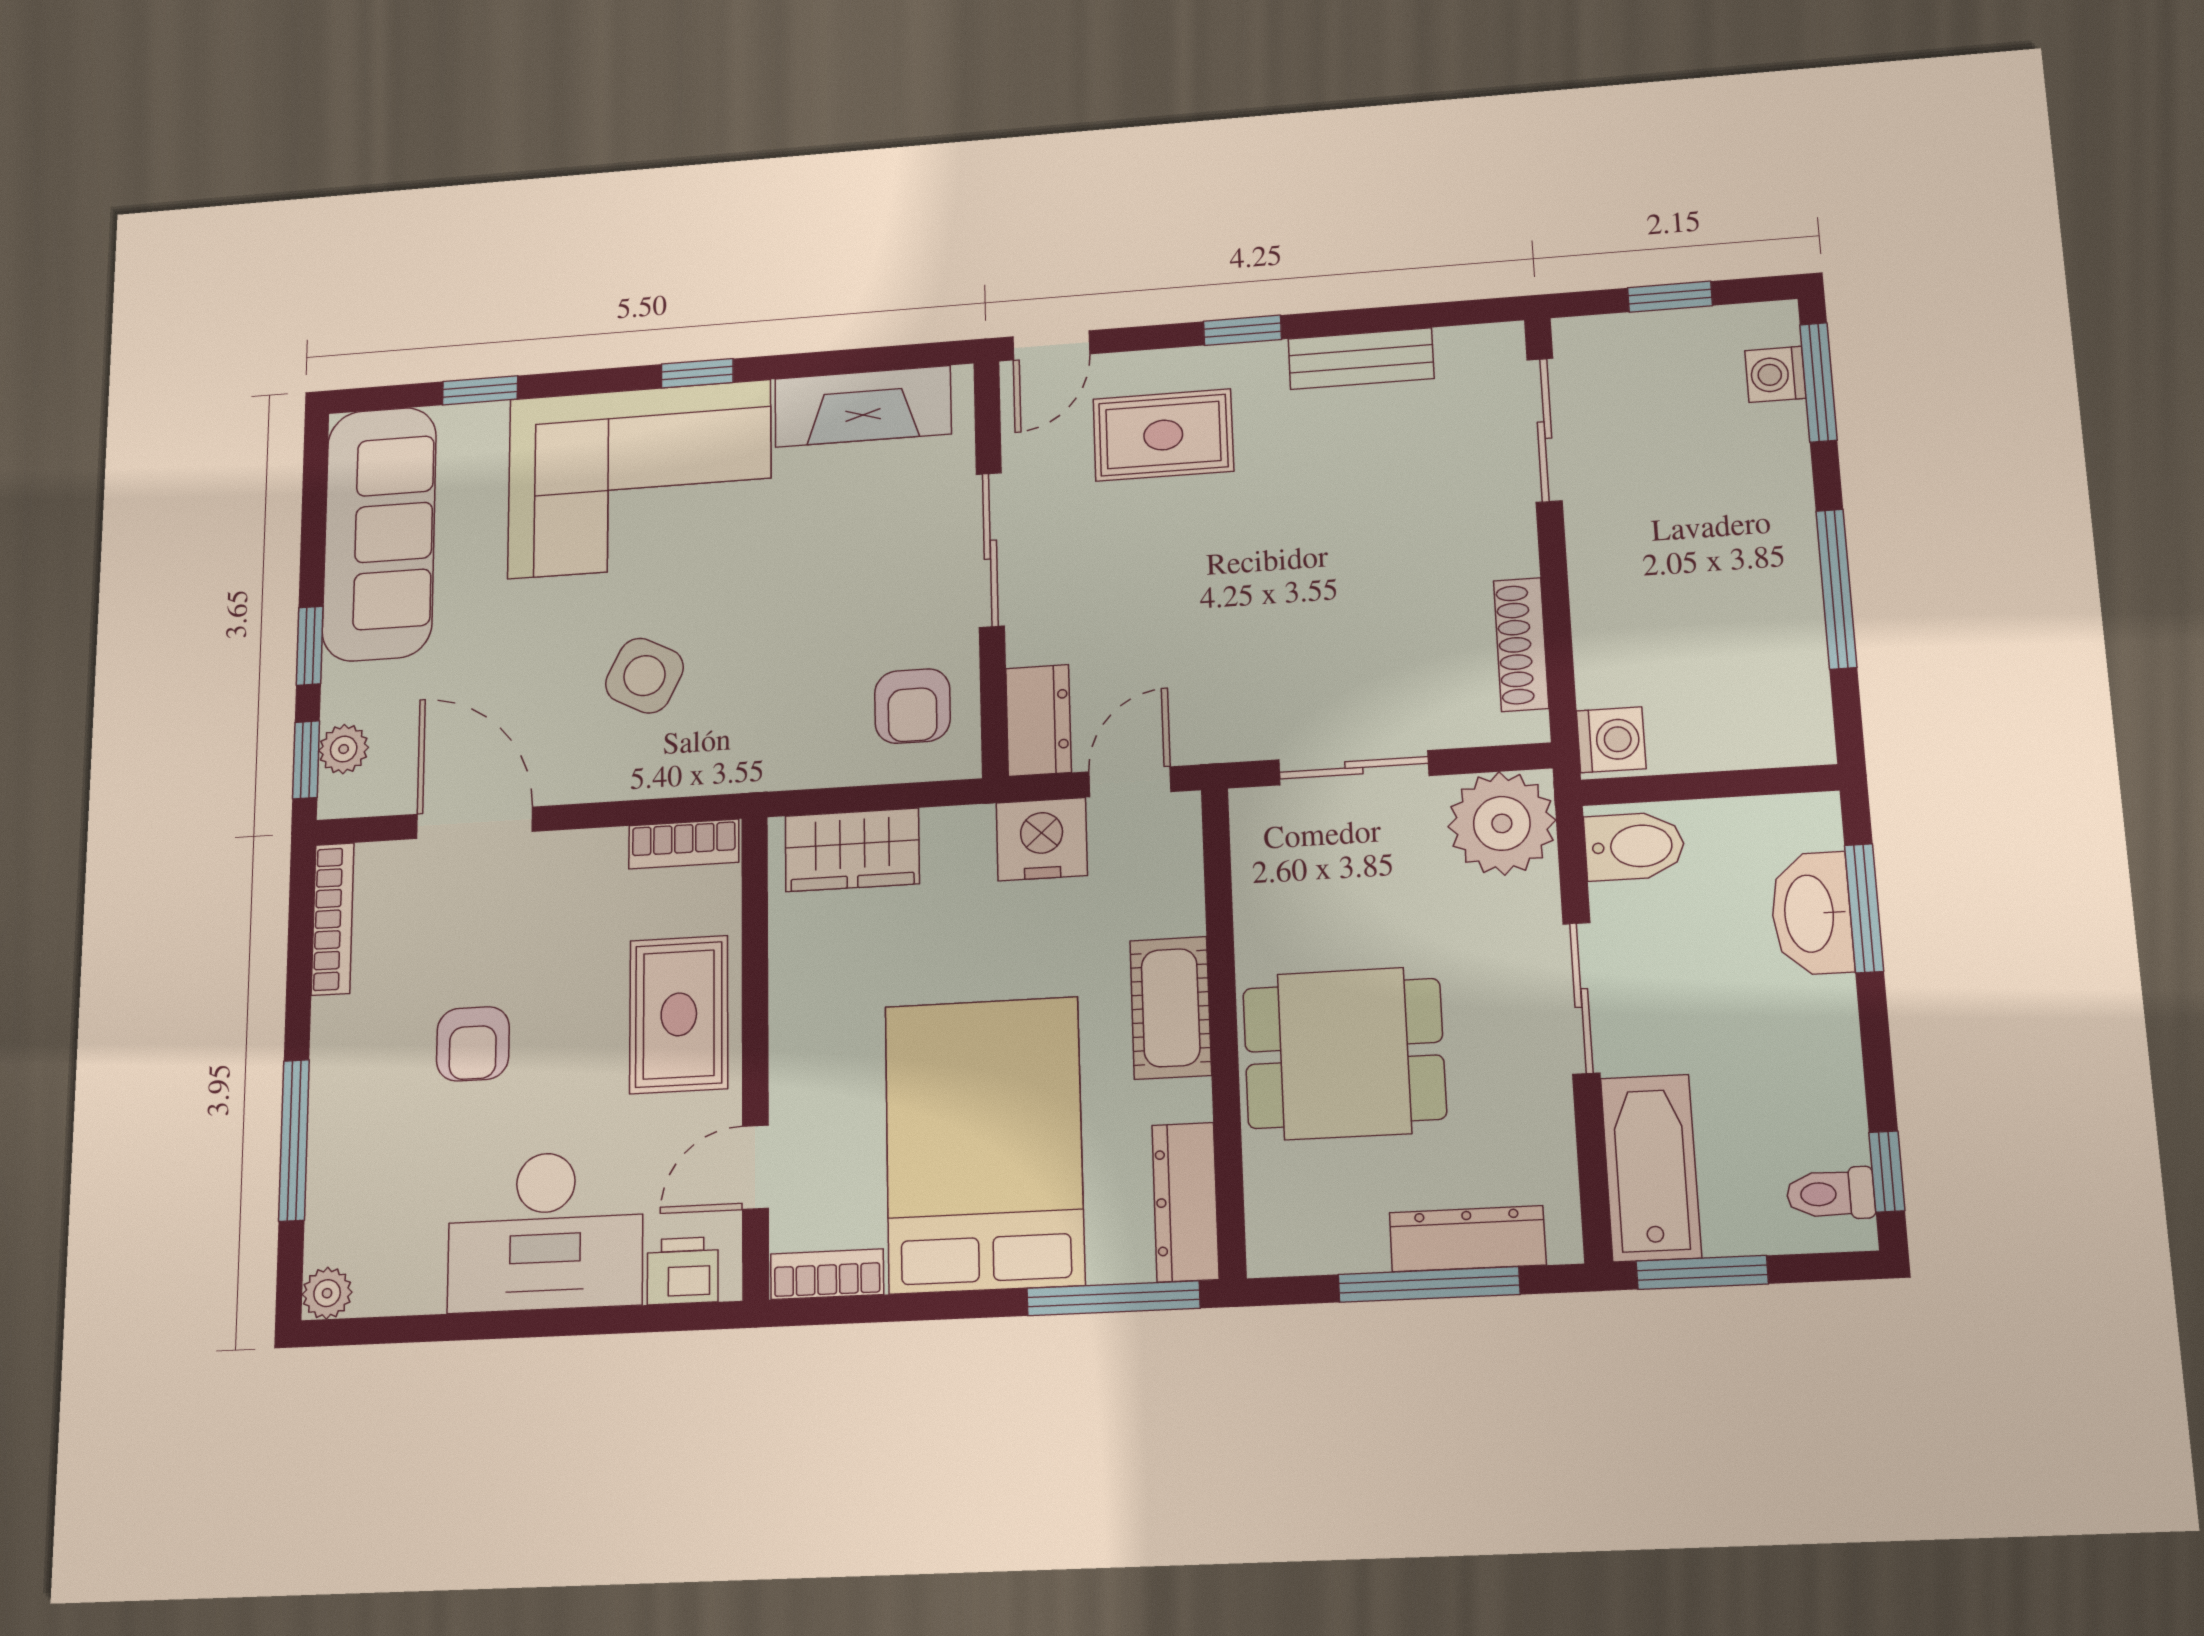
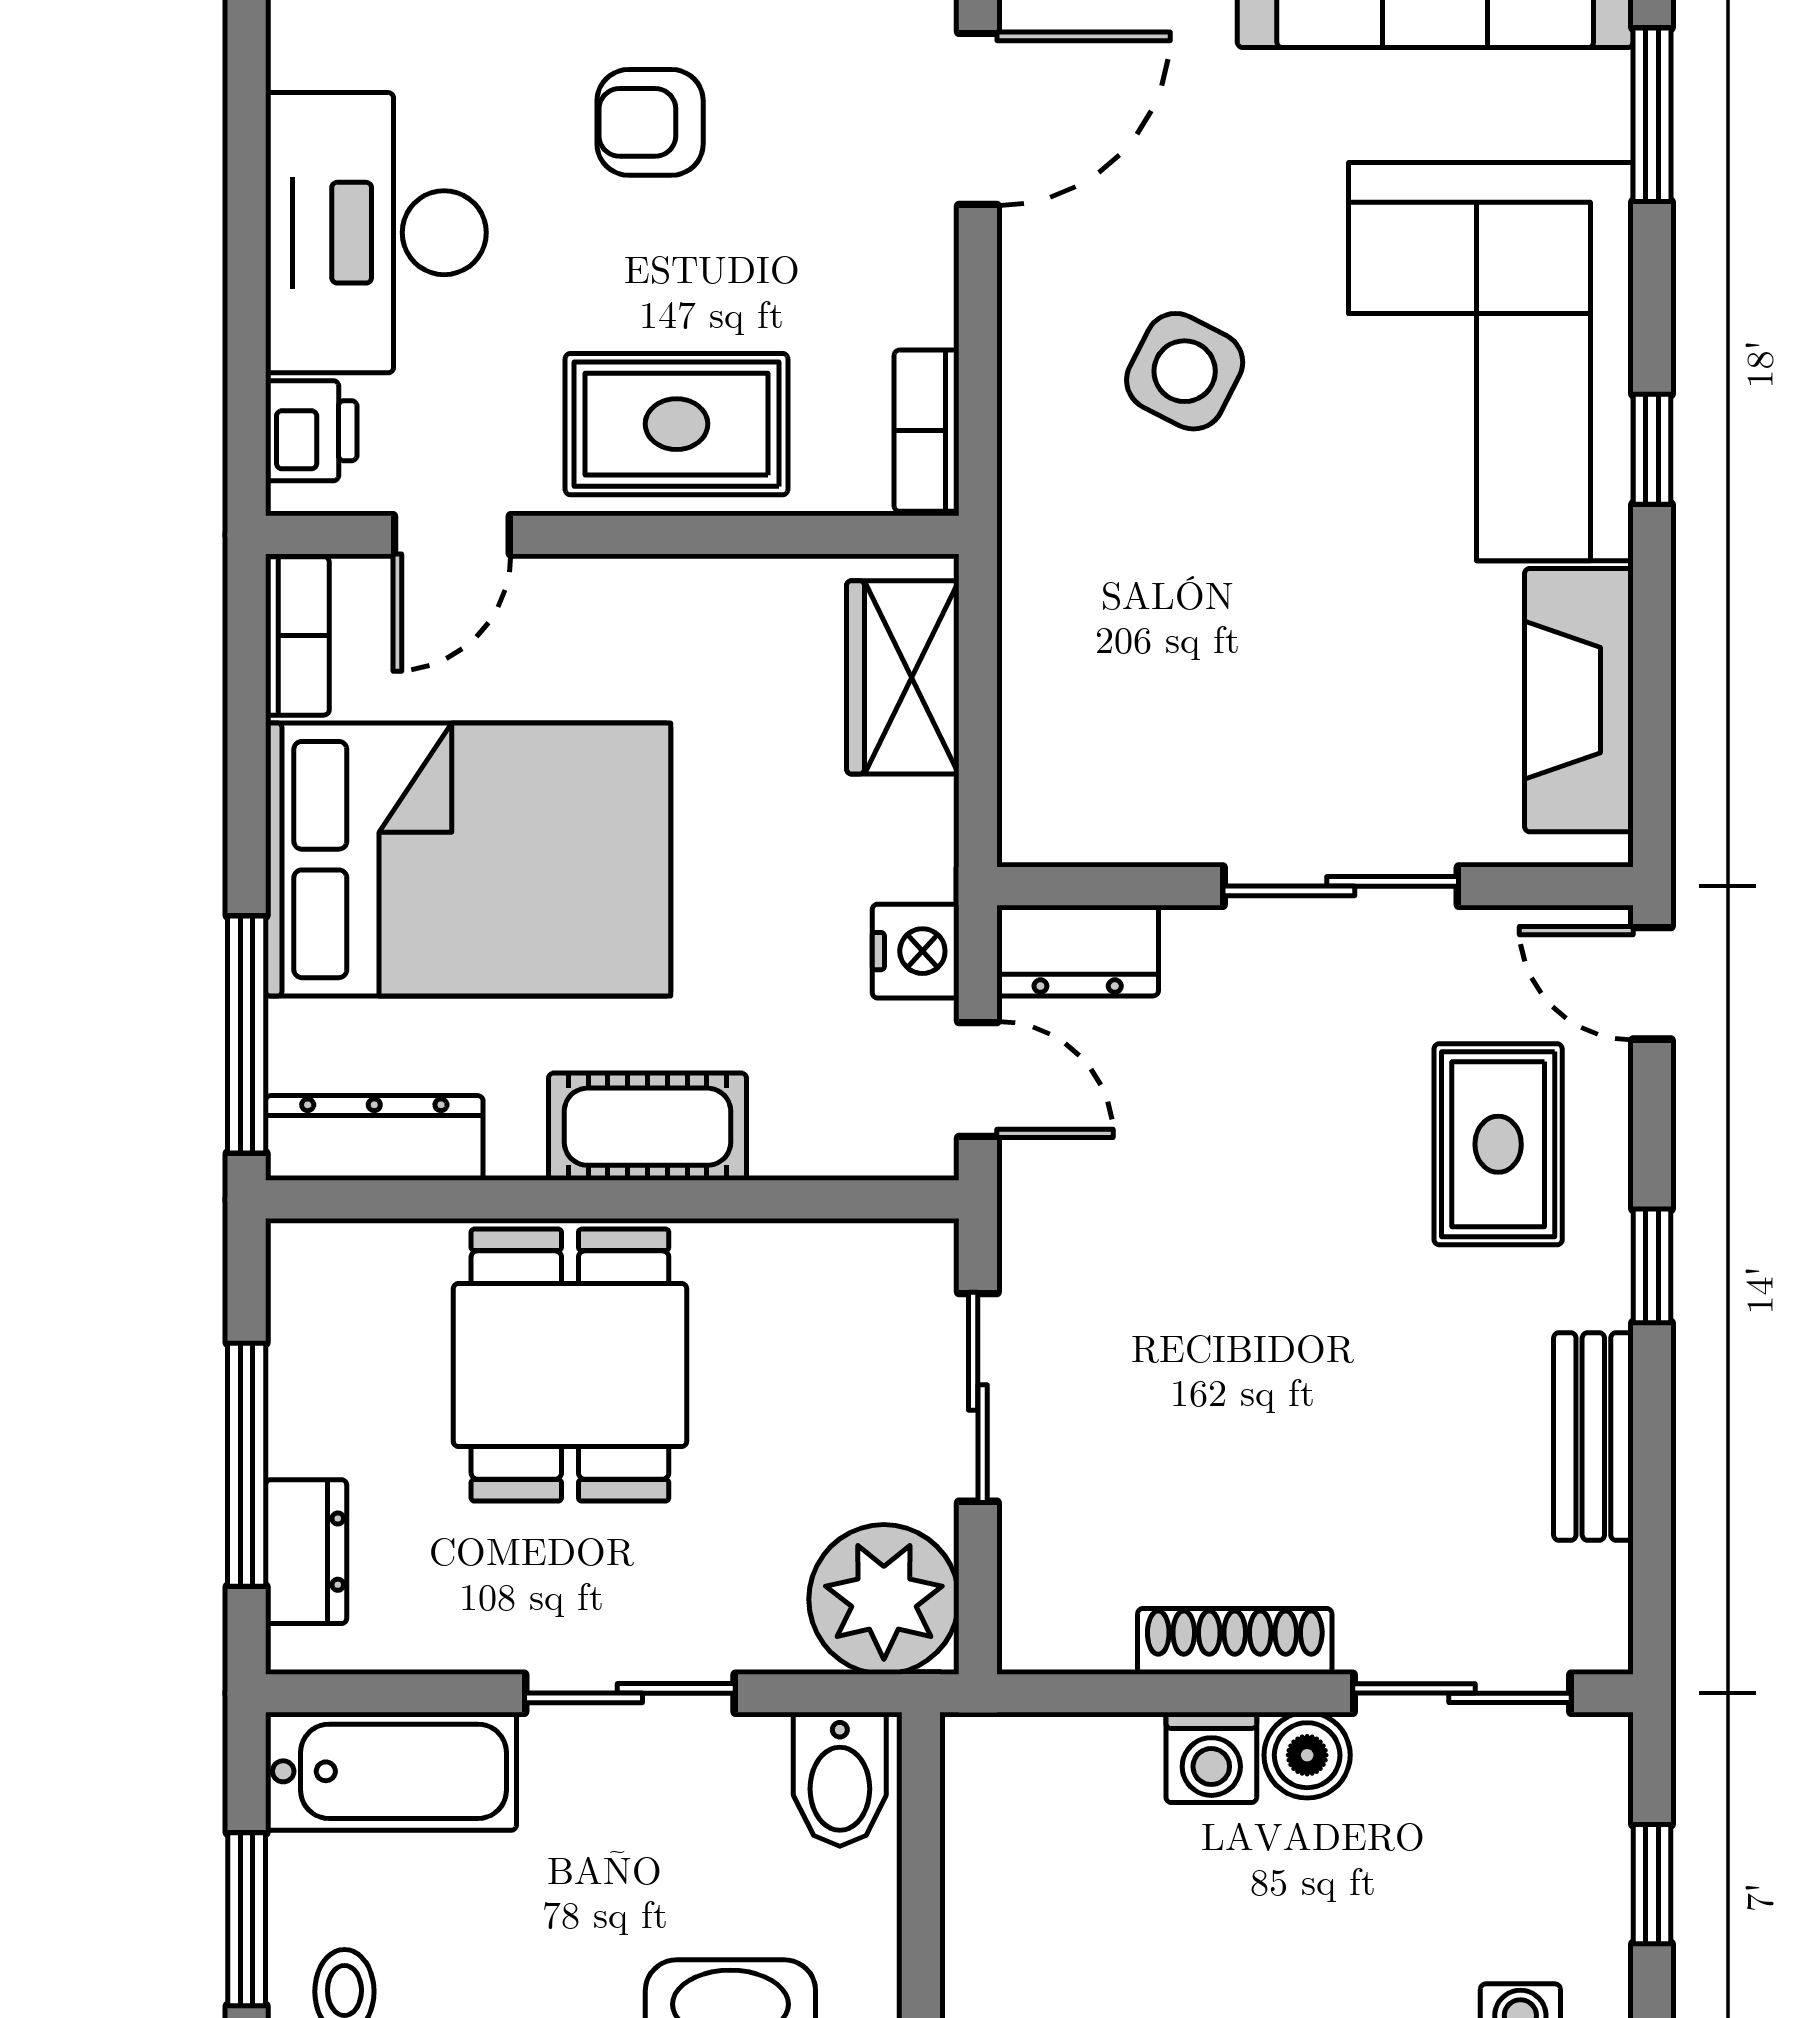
window: (480, 390) -> (1652, 115), width x1.50
boiler: (1595, 529) -> (1307, 1755), added
shoe rack: (1521, 644) -> (1235, 1641), moved
armchair: (912, 706) -> (1111, 768), removed
washing machine: (1611, 740) -> (1211, 1757), moved
nightstand: (1042, 839) -> (916, 951), width x0.74, depth x0.75
door: (755, 1167) -> (452, 535), swing flipped
dresser: (1468, 1239) -> (306, 1552), width x0.70
window: (1702, 1272) -> (247, 1919), moved

